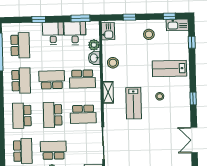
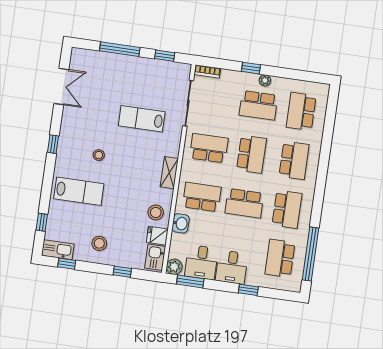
plant: (94, 45) -> (174, 267), moved
fridge: (109, 47) -> (157, 236), added
school desk: (21, 81) -> (287, 209), turned 180
lab bench: (134, 103) -> (142, 119), moved, turned -90

